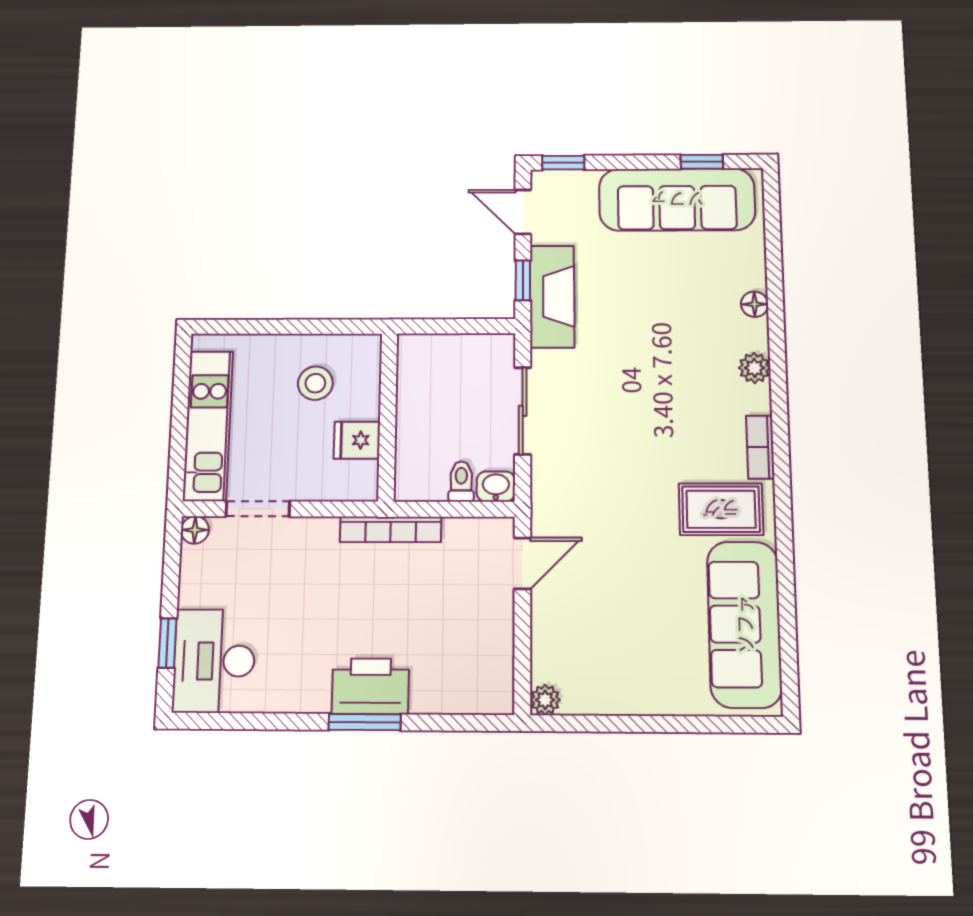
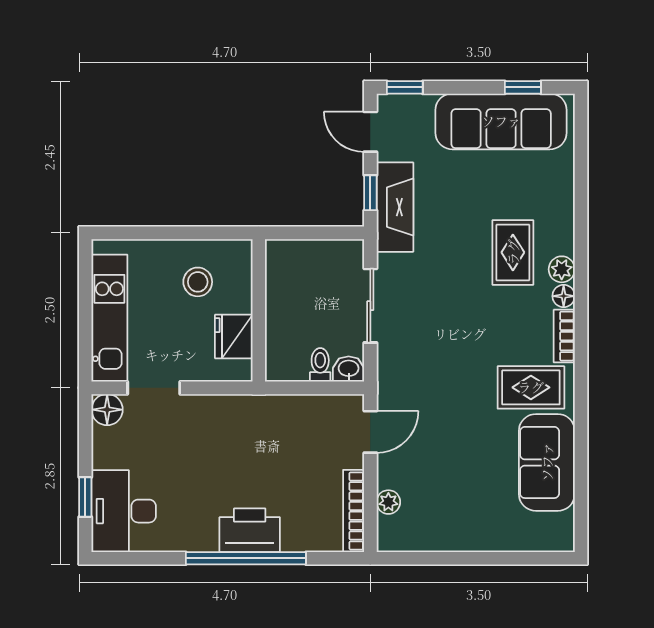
floor lamp: (755, 304) -> (564, 296), moved
rug: (695, 348) -> (513, 252), added
fridge: (357, 440) -> (234, 337), width x1.38
bookcase: (391, 529) -> (354, 511), moved, turned 90
floor lamp: (195, 530) -> (107, 410), width x1.37, depth x1.37
sofa: (744, 624) -> (547, 462), width x0.73
plant: (545, 700) -> (388, 502), moved
window: (365, 722) -> (246, 558), width x2.11

